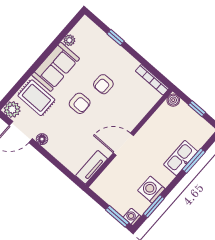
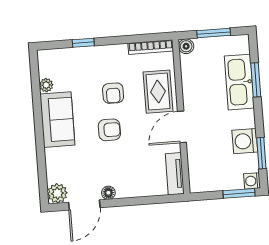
rug: (36, 98) -> (158, 92), moved, turned 90
window: (197, 109) -> (214, 33), width x1.50
kitchen sink: (181, 158) -> (239, 82), width x1.36, depth x1.24

